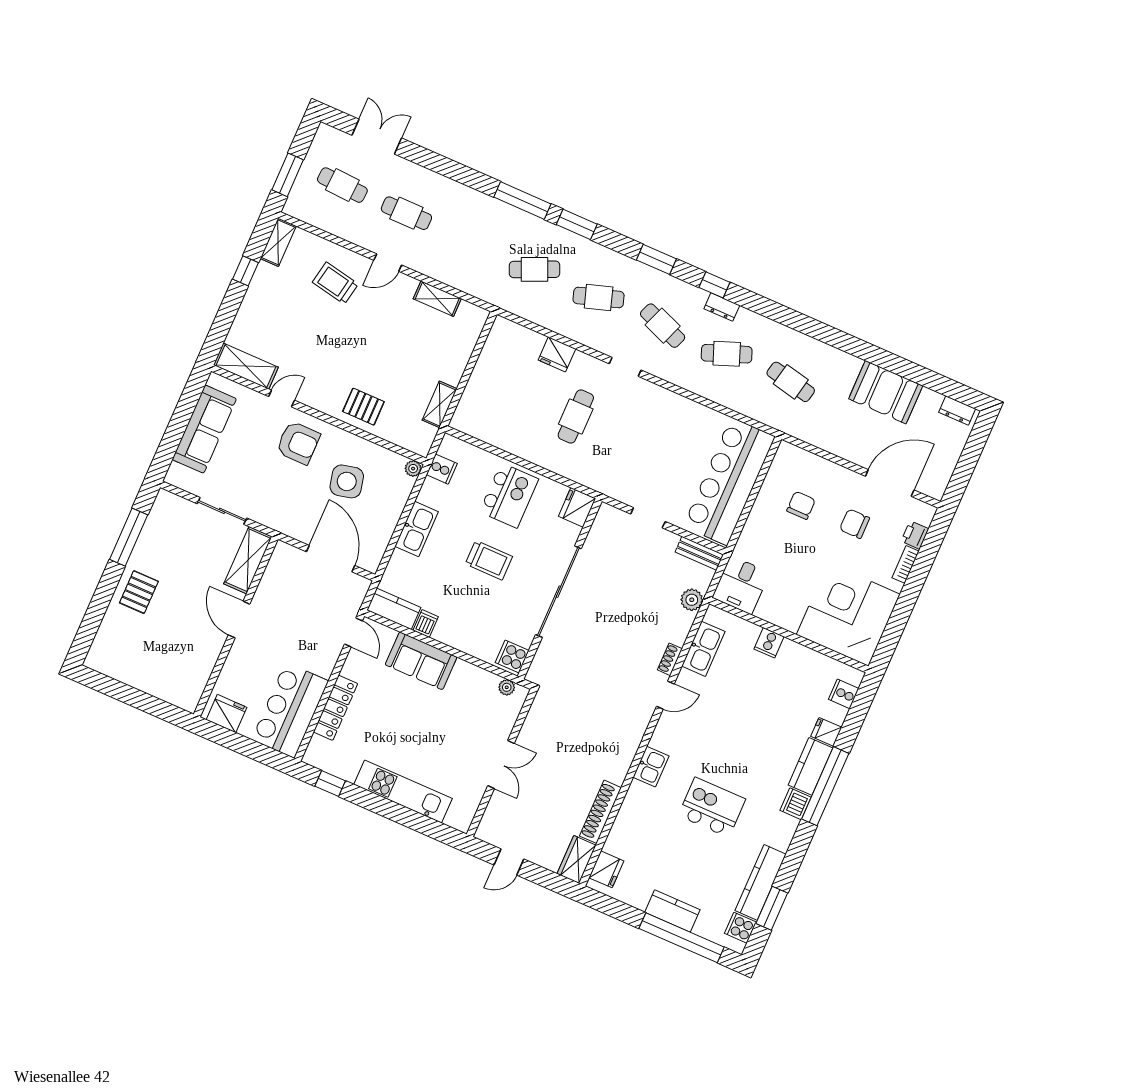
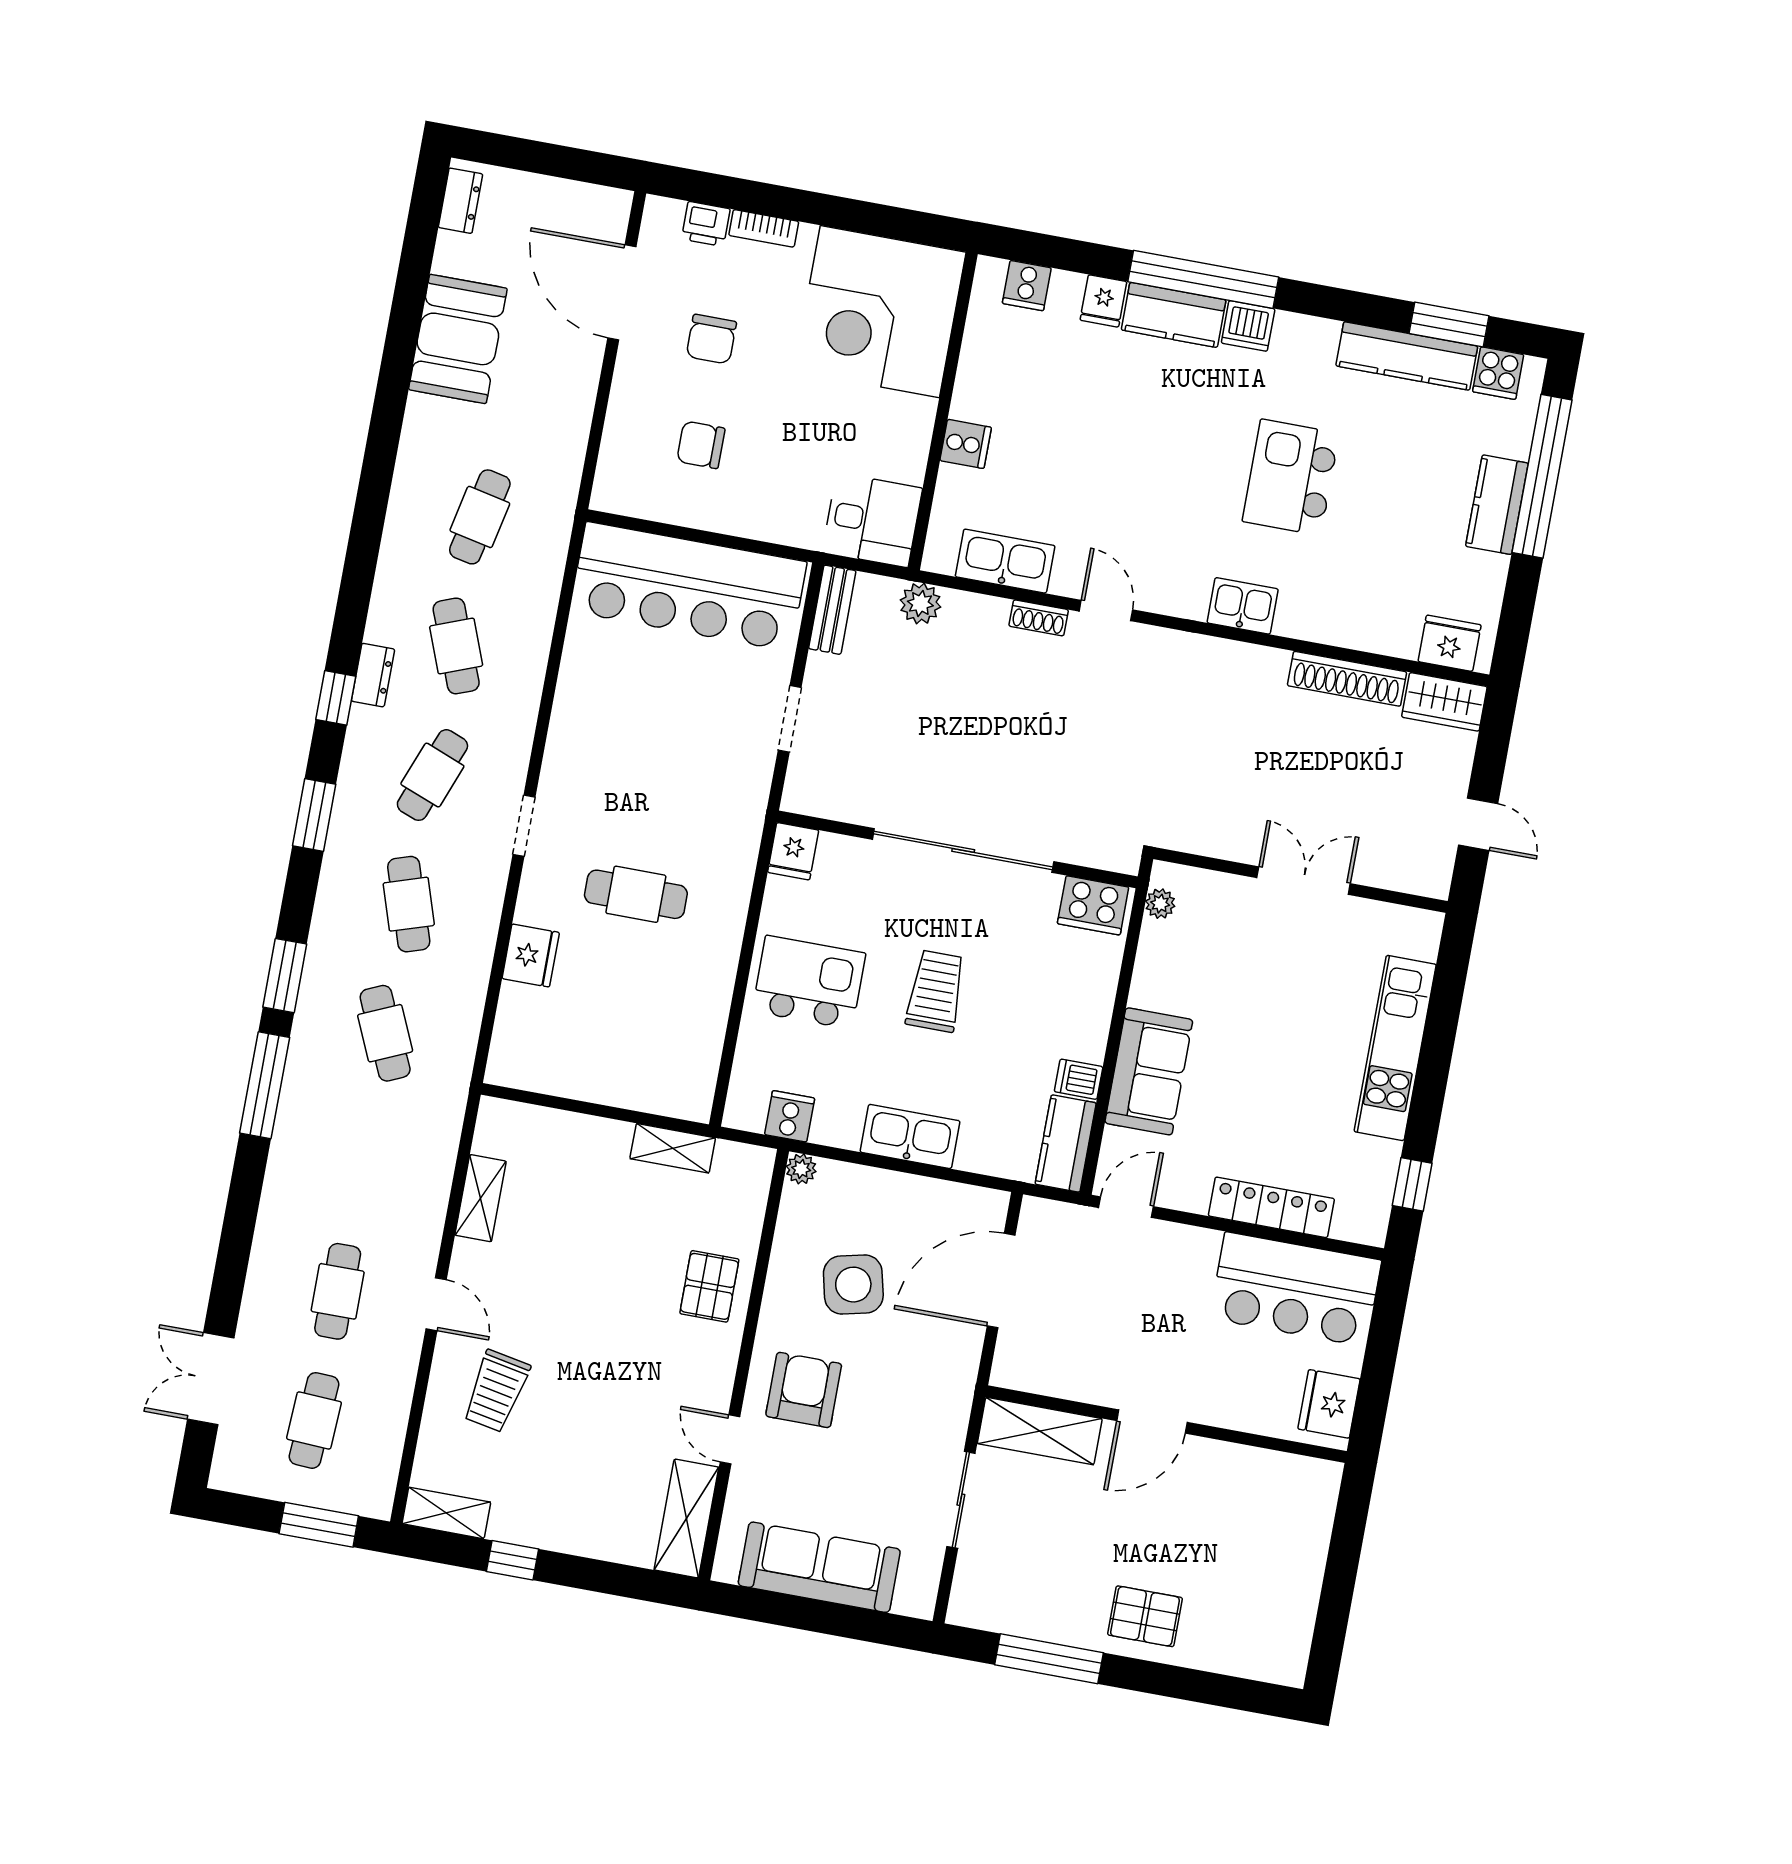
fridge: (577, 507) -> (793, 851), width x0.72
cooker: (512, 656) -> (1093, 905), width x1.36

